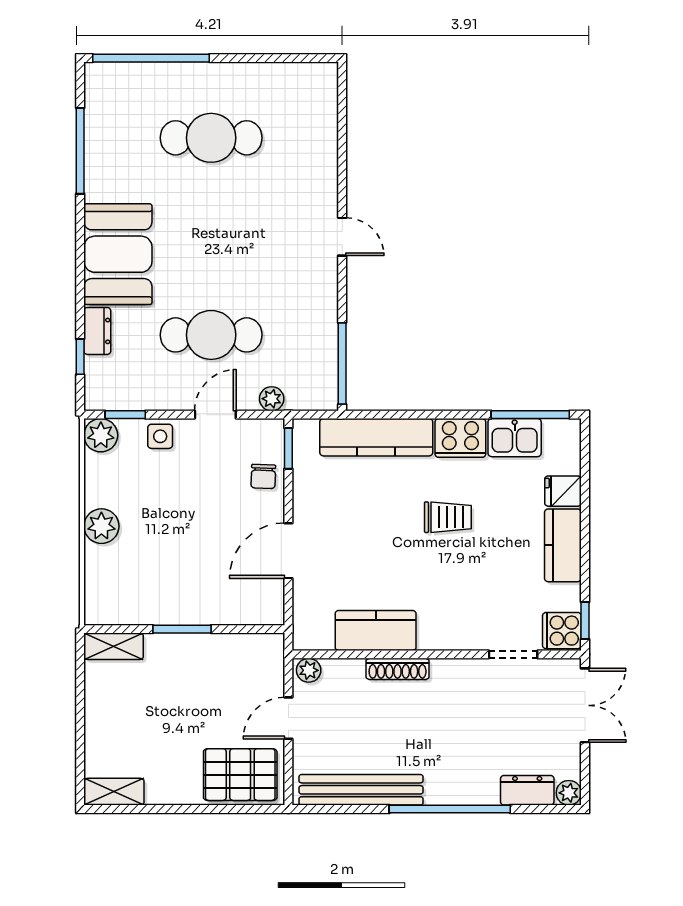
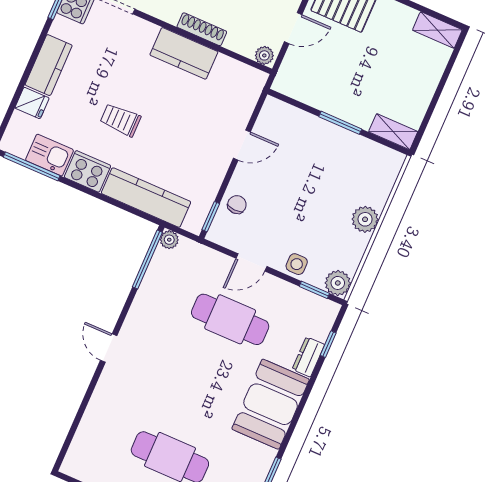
plant: (272, 399) -> (169, 240), moved
door: (288, 551) -> (242, 145), width x0.73
kitchen counter: (376, 630) -> (184, 53), moved

